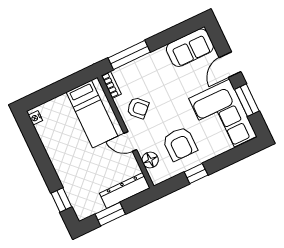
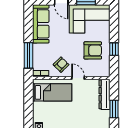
sofa: (190, 48) -> (41, 24), width x1.36
door: (130, 142) -> (78, 78), swing flipped
floor lamp: (150, 160) -> (94, 72), removed

